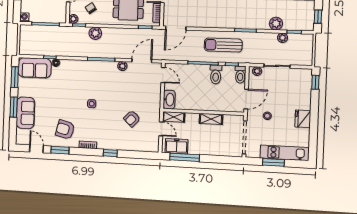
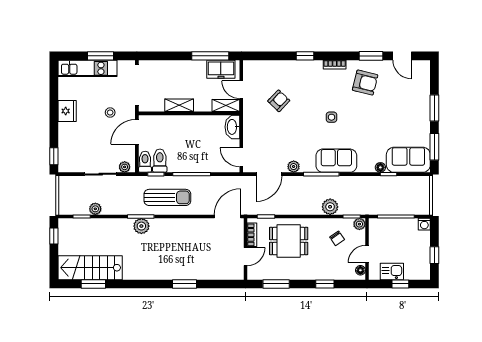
plant: (276, 23) -> (141, 226), moved
toilet: (216, 74) -> (160, 161), moved
sofa: (25, 113) -> (336, 161), moved, turned 90

